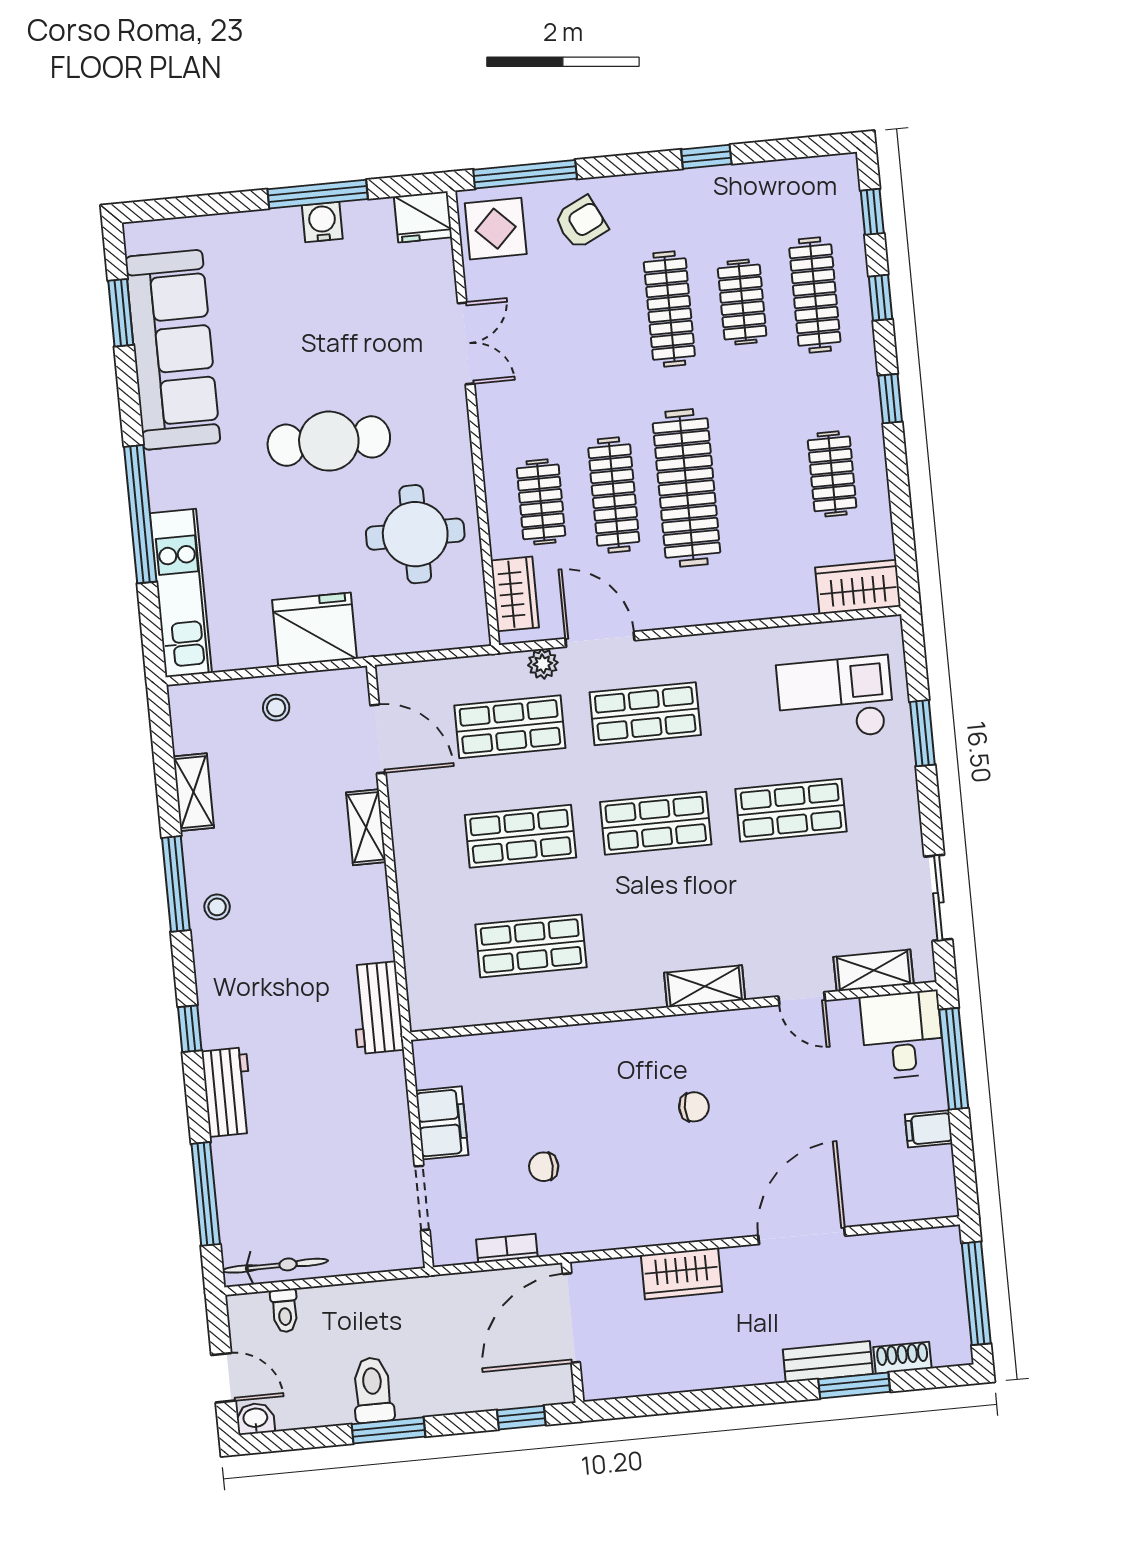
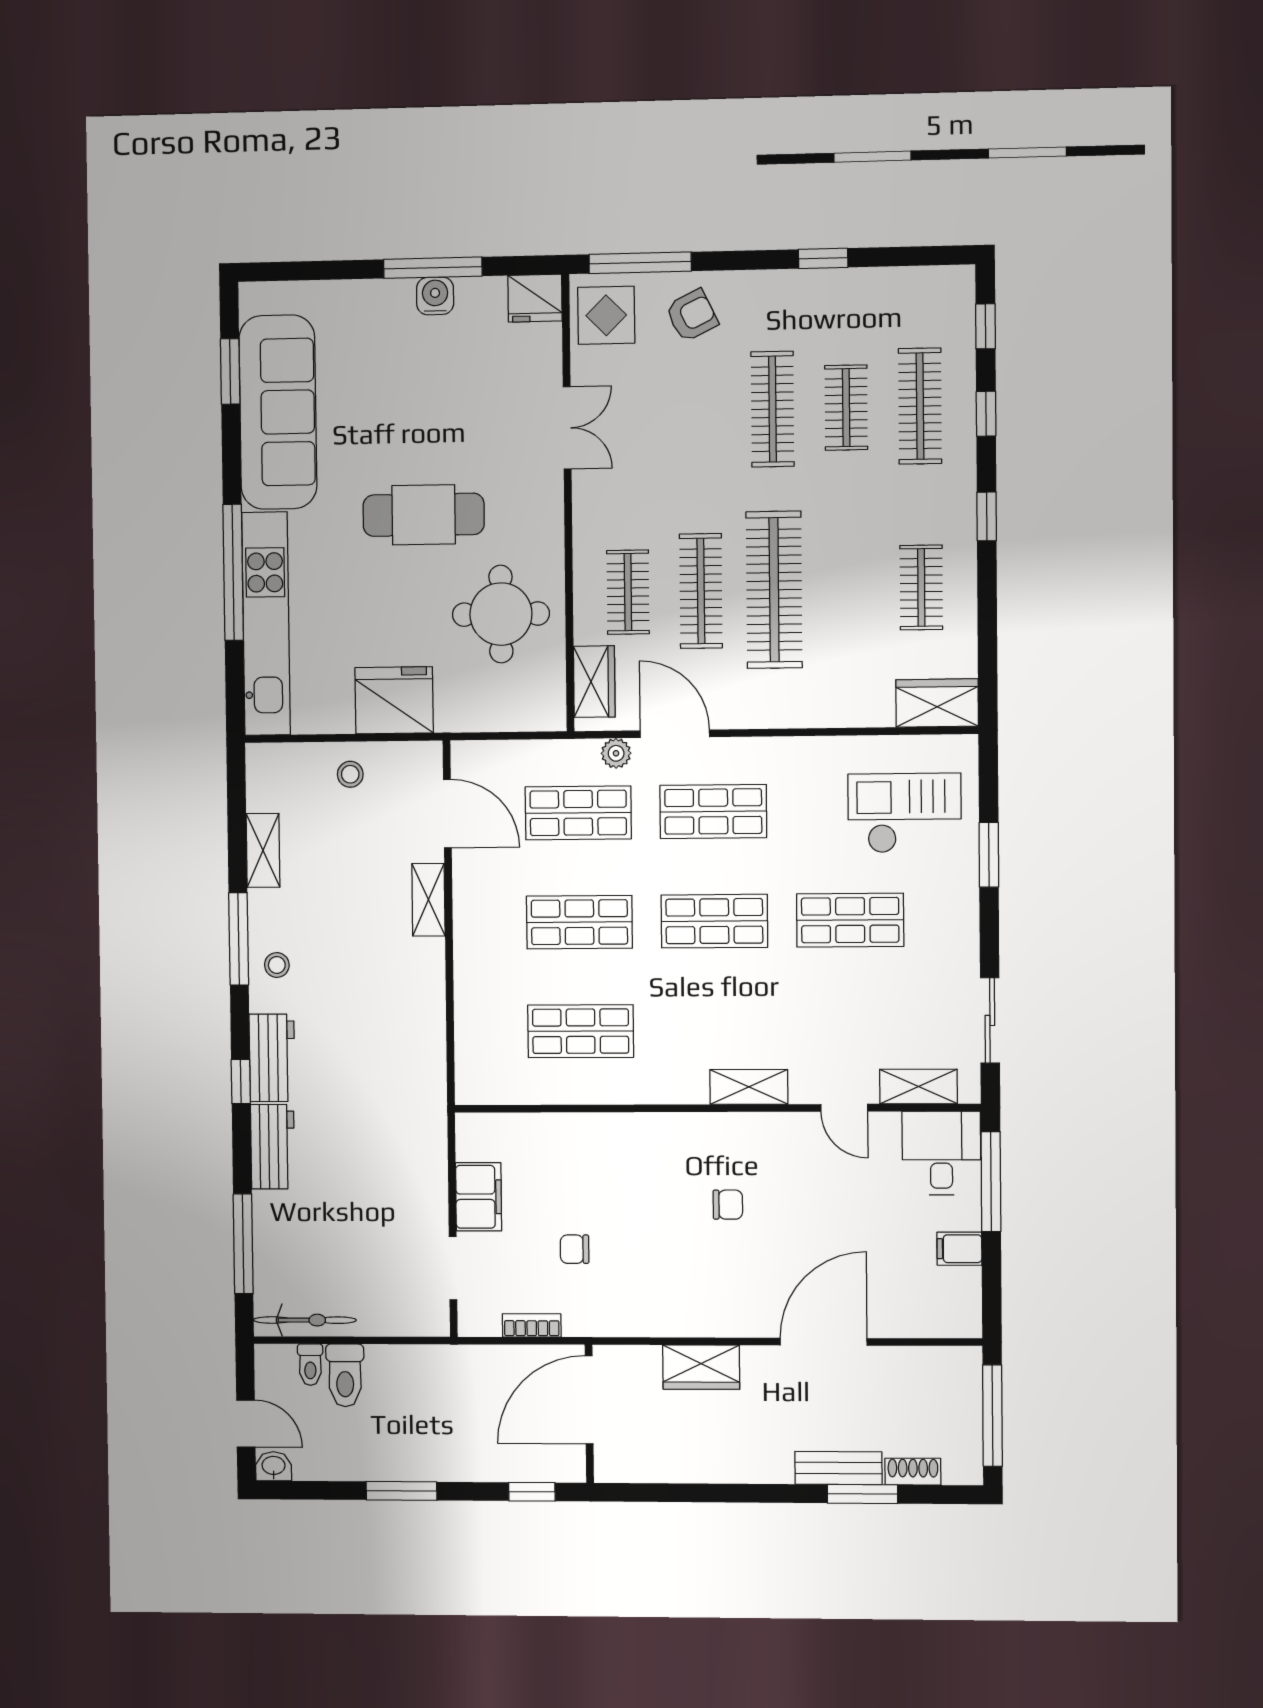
kitchen unit: (181, 593) -> (266, 624), width x1.36
workbench: (377, 1008) -> (272, 1058), moved, turned 180
toilet: (373, 1390) -> (345, 1375), moved, turned 180

